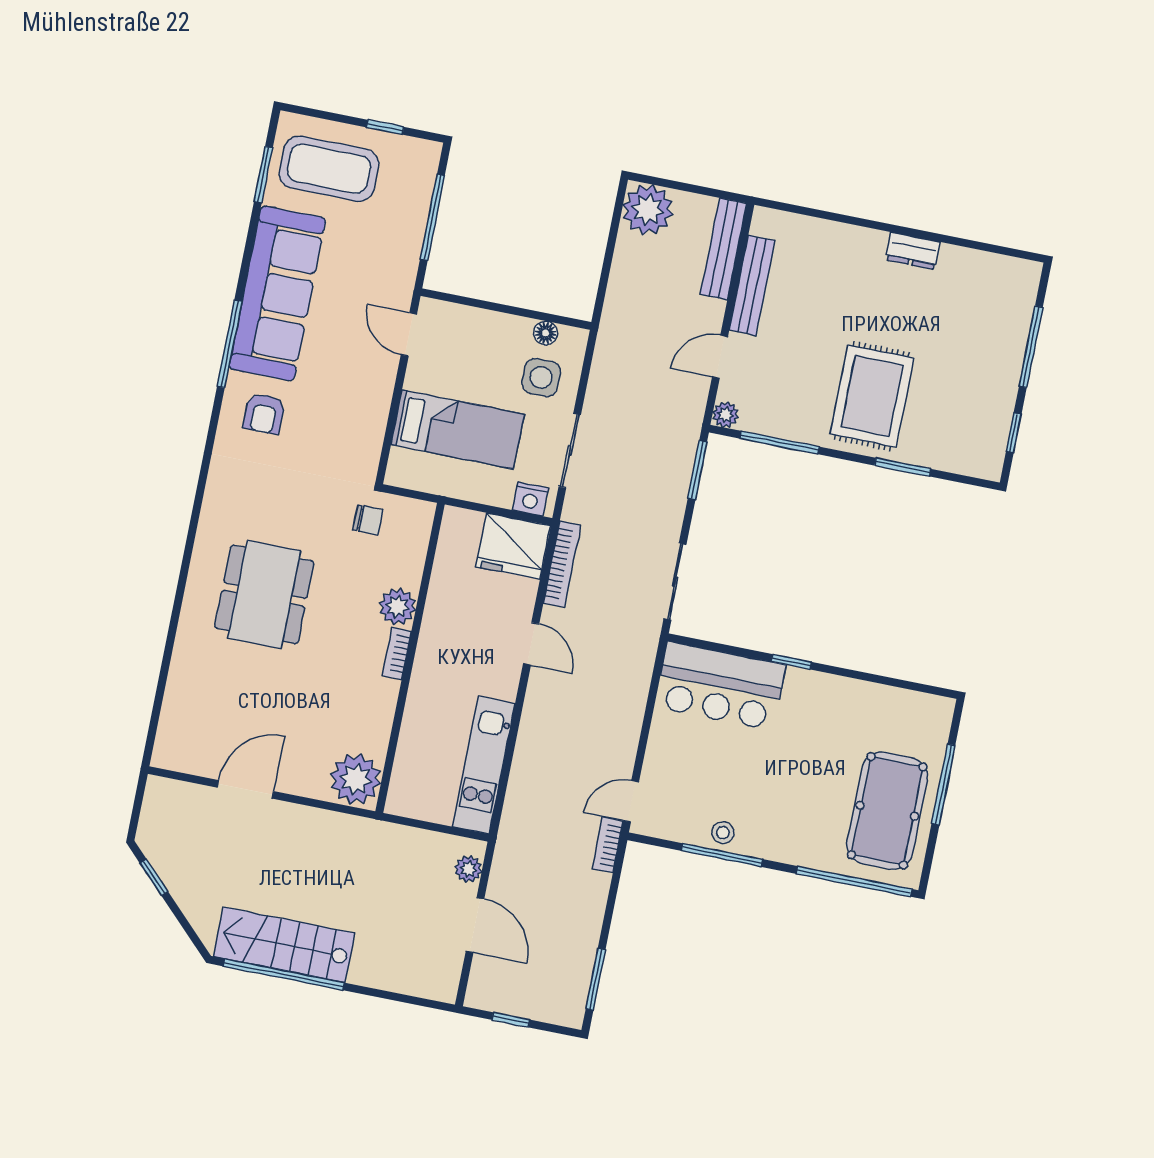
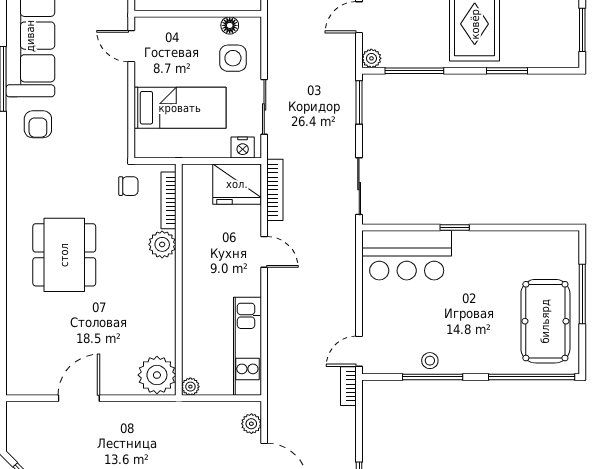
window: (1014, 433) -> (582, 30), width x1.50
bookcase: (397, 653) -> (169, 200), moved, width x1.56
plant: (397, 803) -> (190, 387), added

